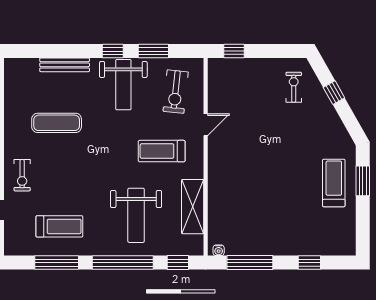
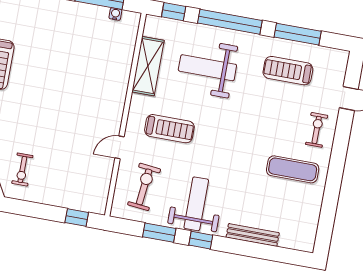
exercise mat: (57, 123) -> (293, 169), moved
weight bench: (136, 215) -> (207, 68), turned -90
water cooler: (219, 250) -> (115, 14), moved

